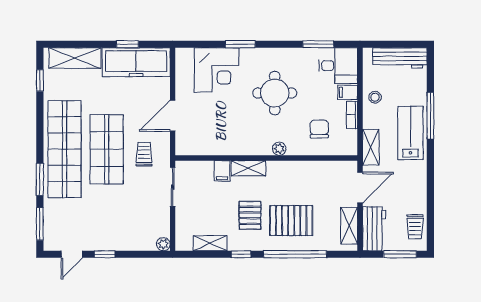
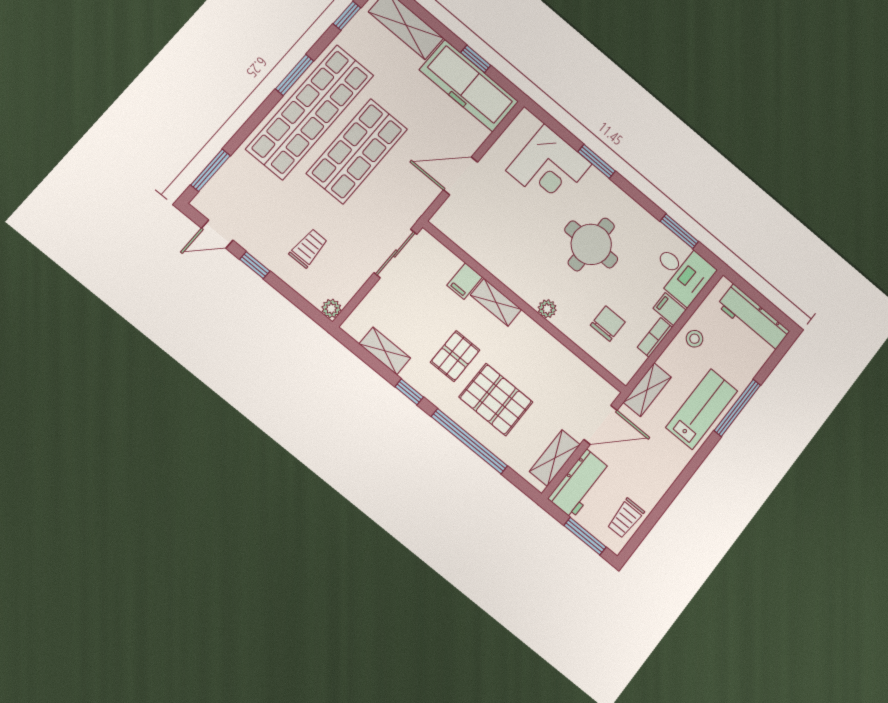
trolley: (144, 154) -> (308, 248), moved
window: (40, 179) -> (295, 75), moved

